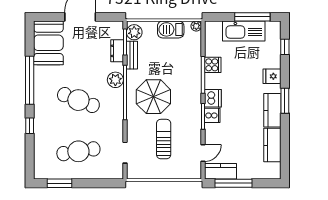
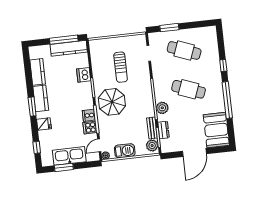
window: (252, 17) -> (64, 167), width x0.69
parasol: (153, 97) -> (112, 102), moved
dishwasher: (213, 98) -> (84, 75), moved
cooker: (212, 115) -> (89, 115), moved
cafe table: (78, 151) -> (184, 50), turned 30
door: (203, 153) -> (99, 145), moved
kitchen counter: (220, 171) -> (69, 48), width x1.50
window: (59, 183) -> (169, 28), moved

